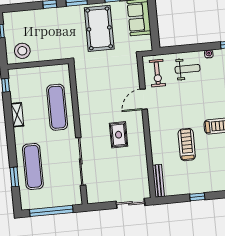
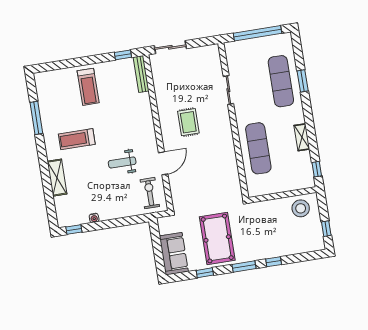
weight bench: (188, 69) -> (122, 162), moved
treadmill: (187, 145) -> (88, 87), moved
sliding door: (81, 161) -> (228, 90), width x0.54
window: (14, 177) -> (303, 81), moved
window: (197, 197) -> (123, 55), moved

